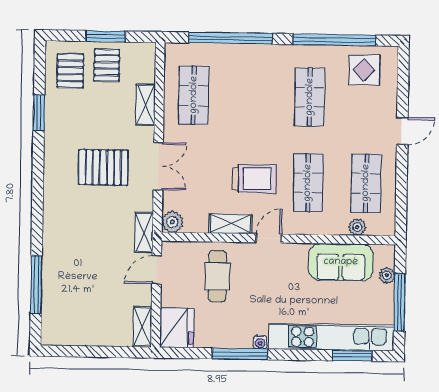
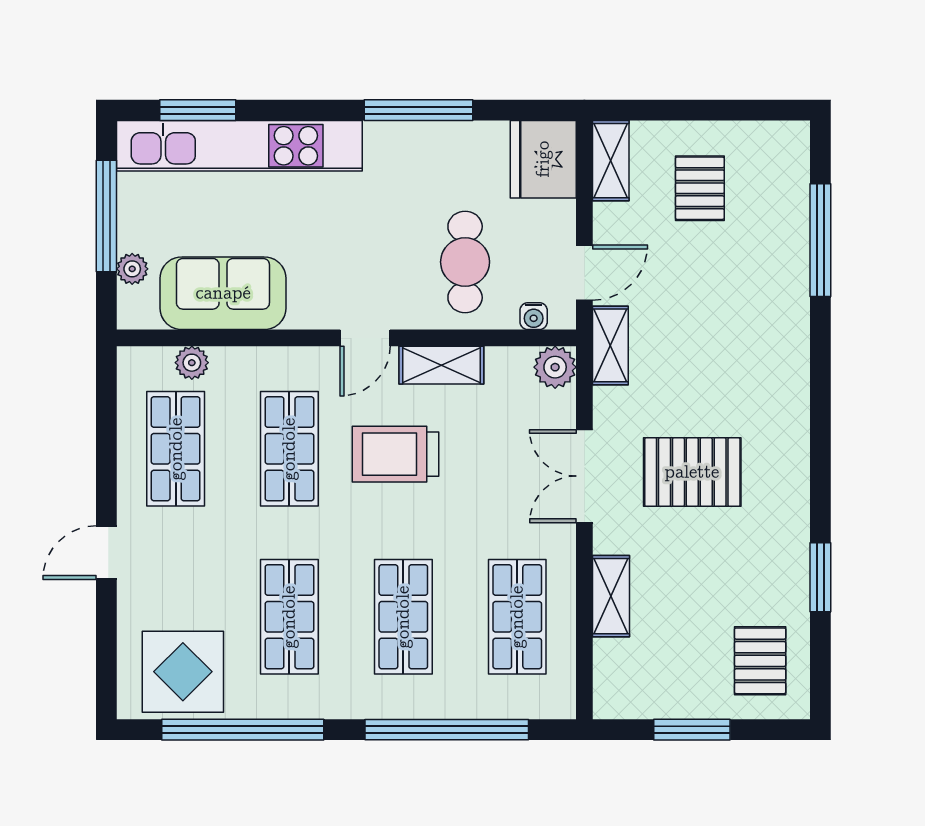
pallet: (107, 65) -> (700, 188), moved
display table: (364, 70) -> (183, 672), width x1.36, depth x1.36
shop shelf: (252, 96) -> (403, 617), added
water cooler: (260, 342) -> (534, 316), moved, turned 180

